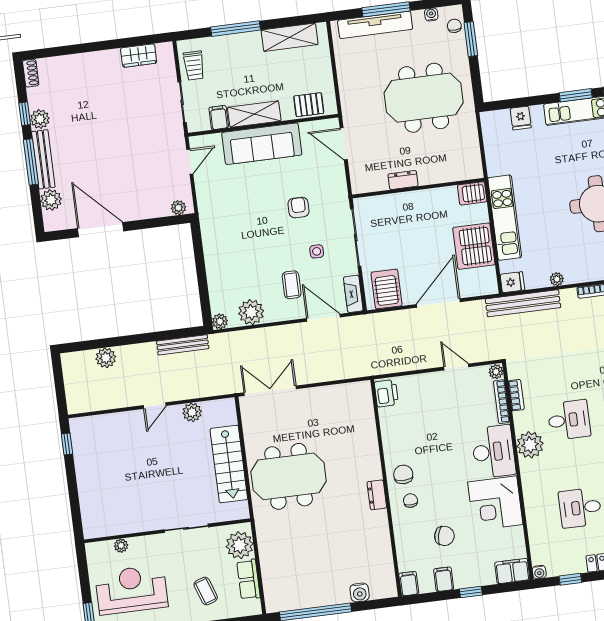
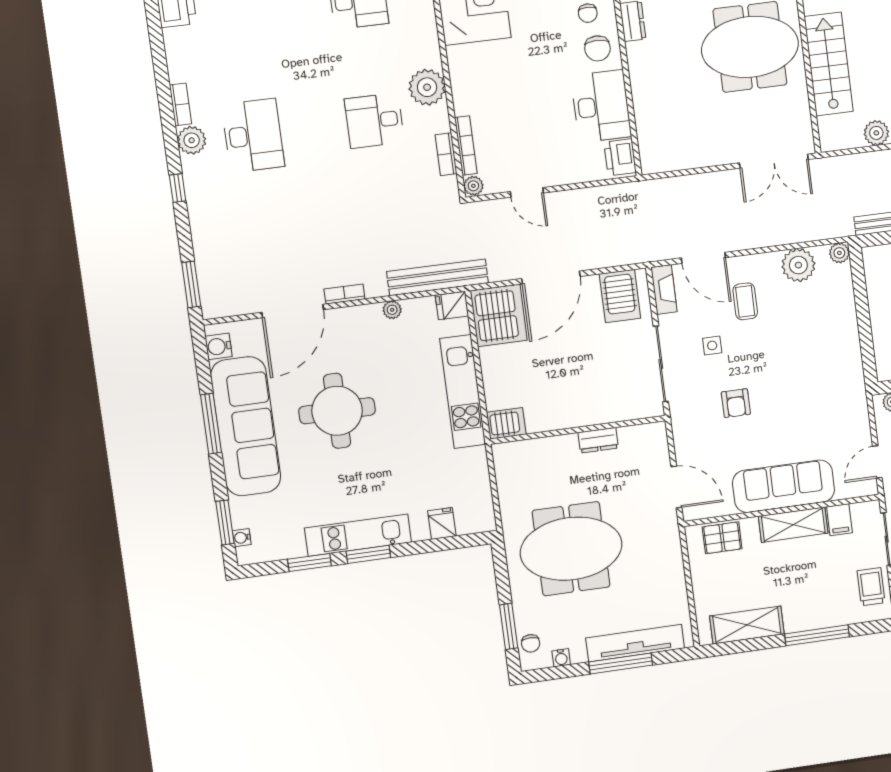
server rack: (474, 246) -> (499, 315), moved
desk: (493, 452) -> (601, 106), moved, turned 180

